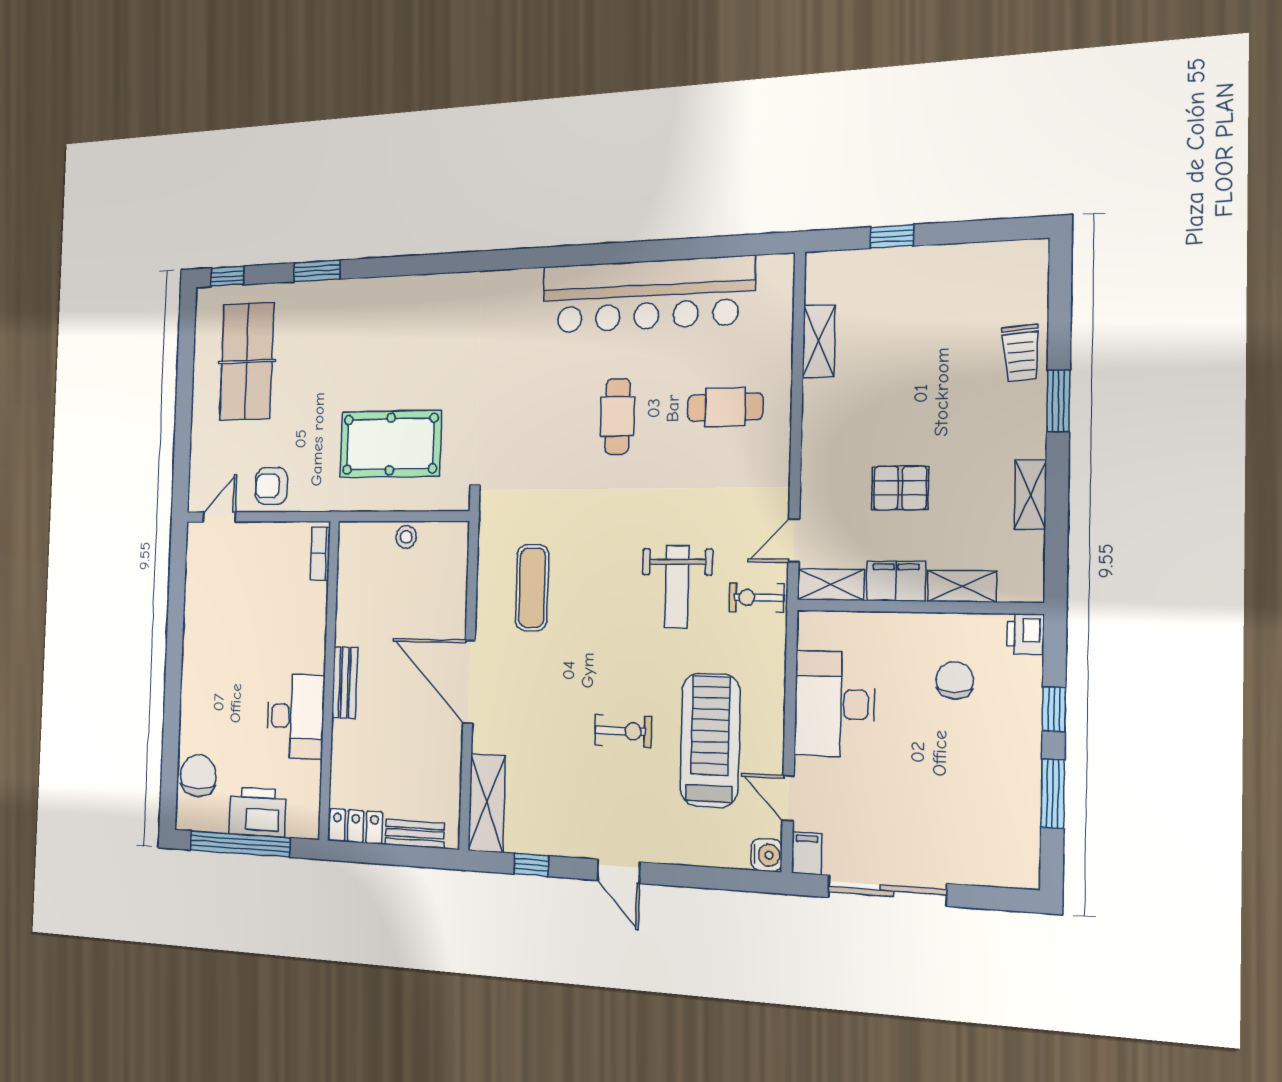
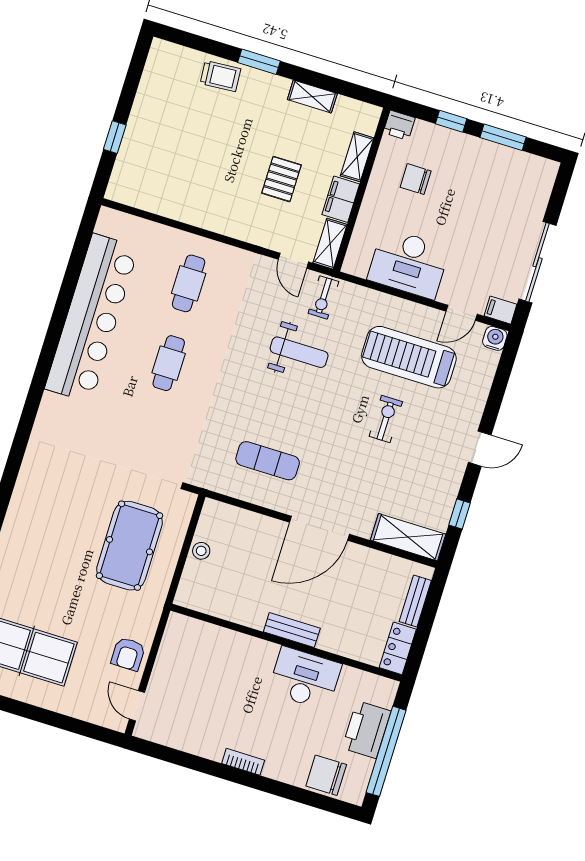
shelving: (819, 341) -> (166, 206), removed
cafe table: (617, 416) -> (169, 363), turned 90
bookcase: (320, 554) -> (243, 762), moved, turned 180

